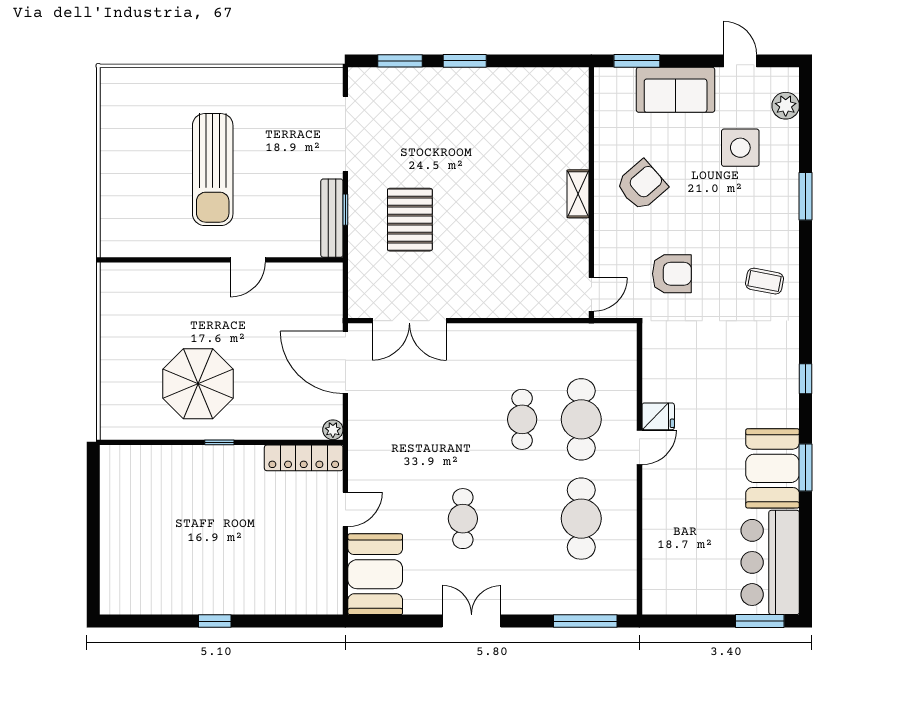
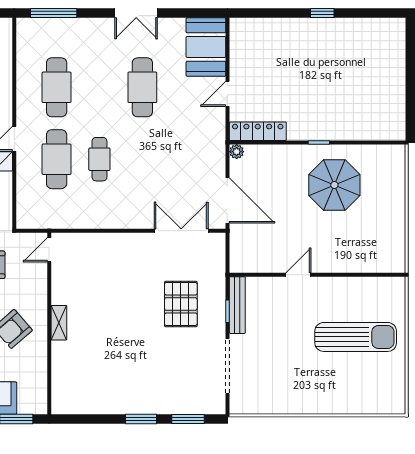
sun lounger: (213, 170) -> (356, 337), moved, turned 90
cafe table: (463, 519) -> (142, 87), width x1.37, depth x1.35

